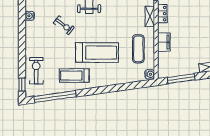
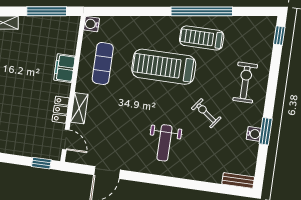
window: (22, 19) -> (266, 131), added
exercise bike: (36, 71) -> (245, 82), moved, turned 180
treadmill: (74, 76) -> (202, 38), turned 180
window: (55, 97) -> (202, 11), moved

